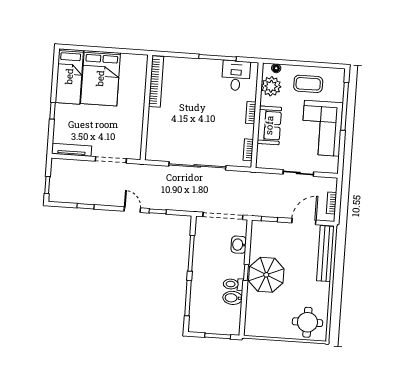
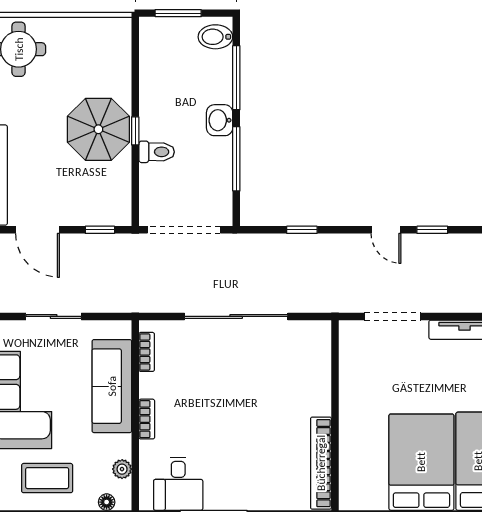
plant: (271, 86) -> (122, 469), width x0.53, depth x0.53
sofa: (269, 125) -> (112, 386), width x1.36
door: (132, 210) -> (386, 230), moved
door: (304, 222) -> (38, 230), hinge flipped
washbasin: (239, 245) -> (220, 120), moved, turned 180
toilet: (233, 284) -> (157, 152), moved
bidet: (233, 298) -> (215, 37), moved, turned 180

